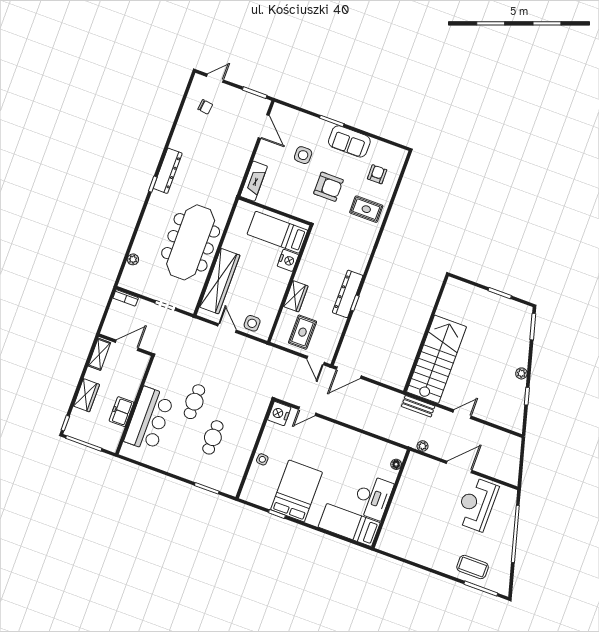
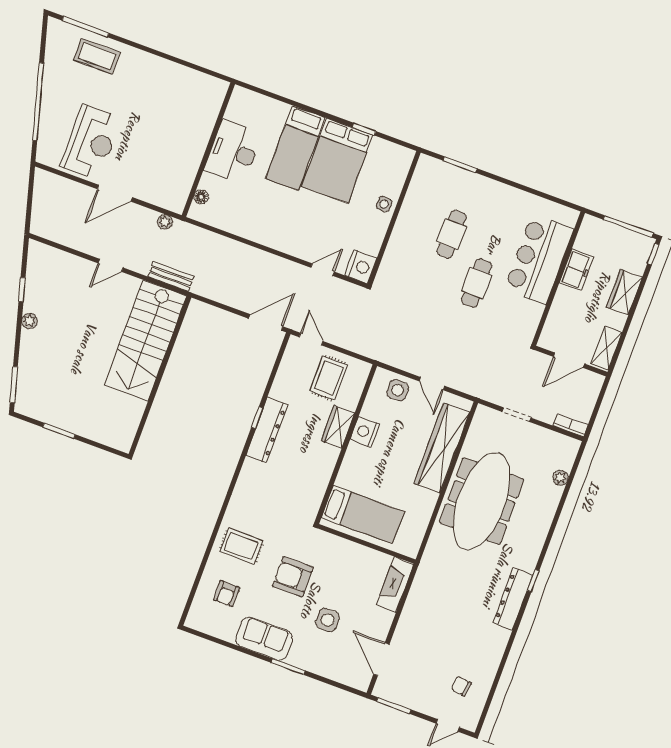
nightstand: (288, 260) -> (365, 432), moved
bed: (349, 525) -> (295, 148), moved, turned 90

